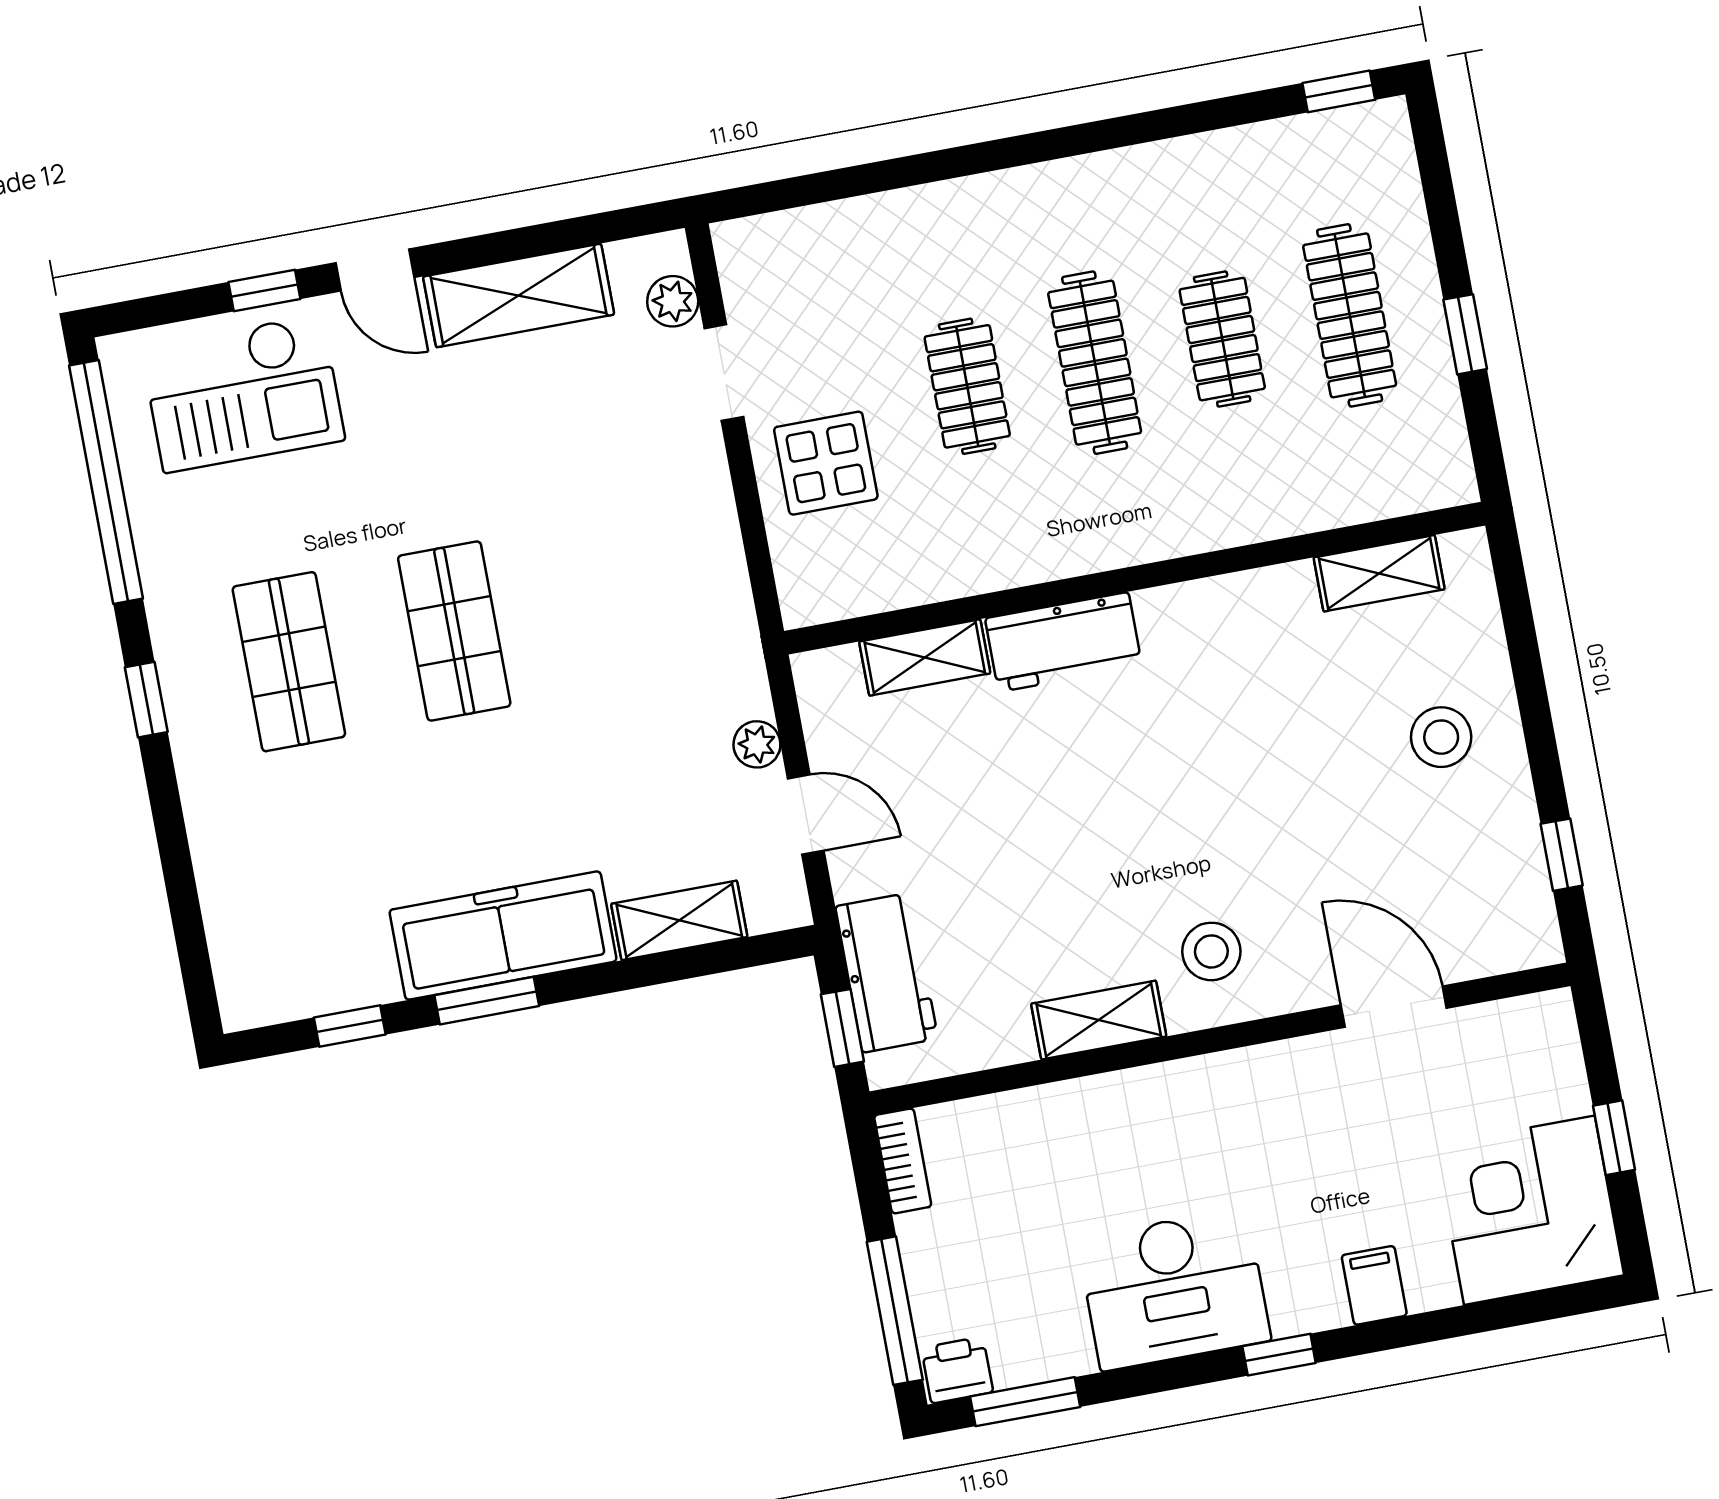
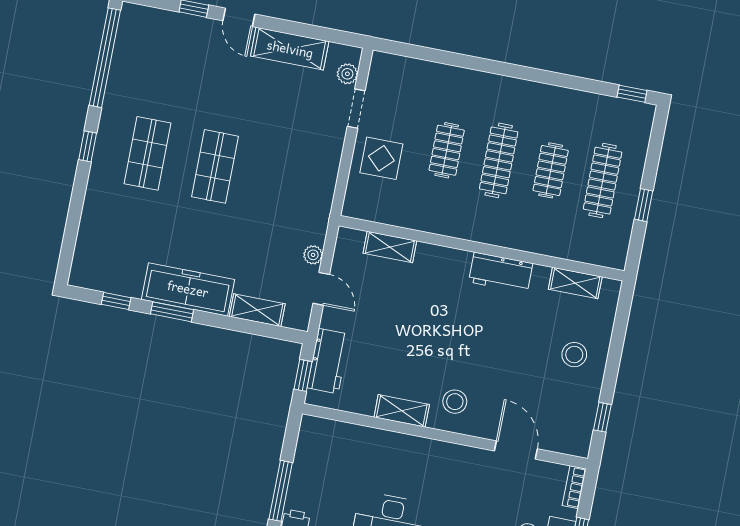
checkout: (243, 393) -> (170, 44), removed
workbench: (1064, 642) -> (501, 273), moved
bookcase: (903, 1161) -> (574, 487), moved, turned 180

